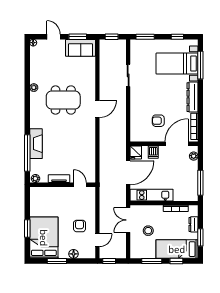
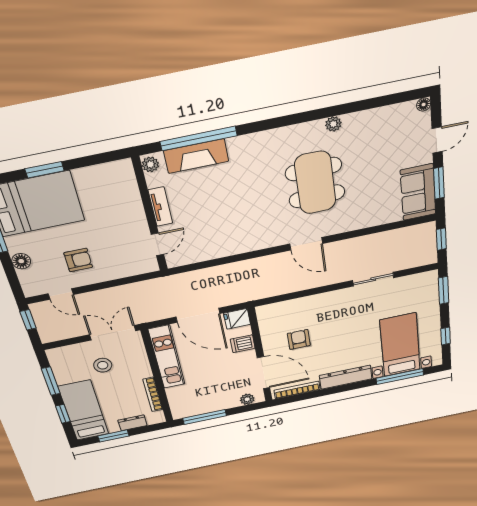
fireplace: (36, 144) -> (196, 156), moved

